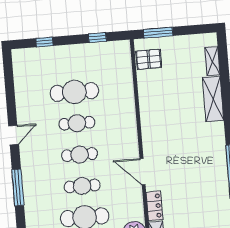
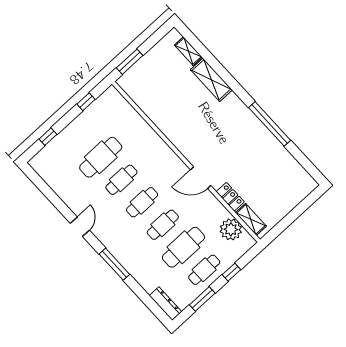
pallet: (149, 59) -> (138, 88), removed

